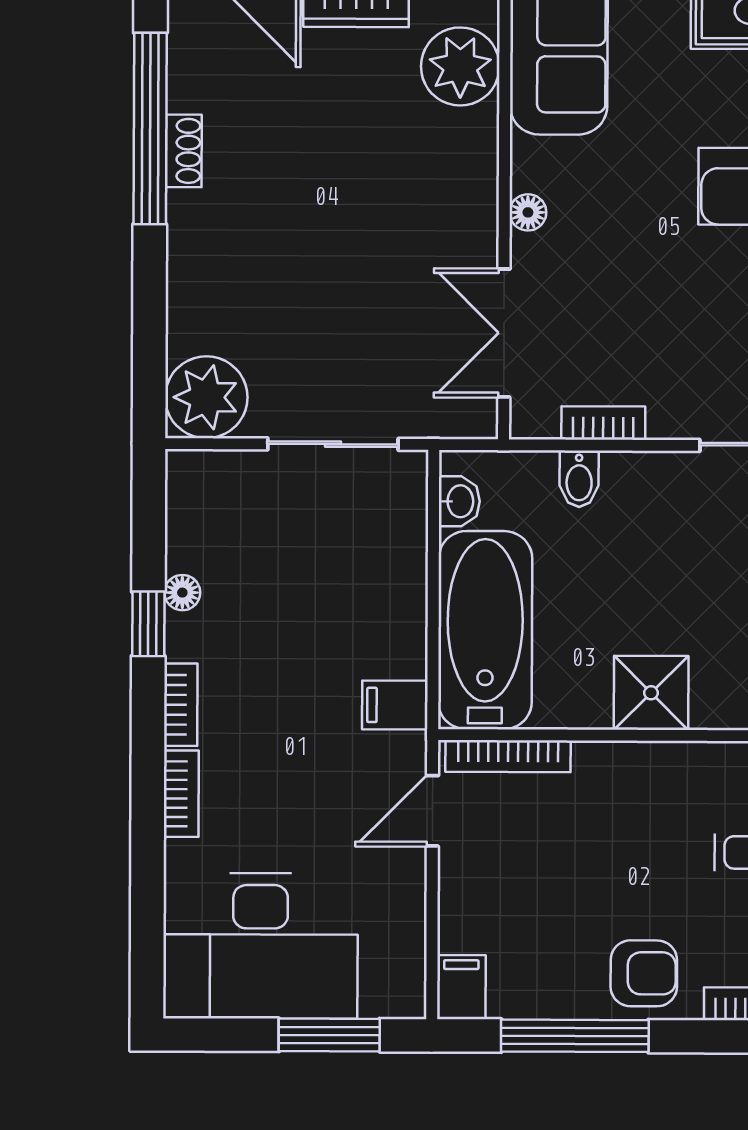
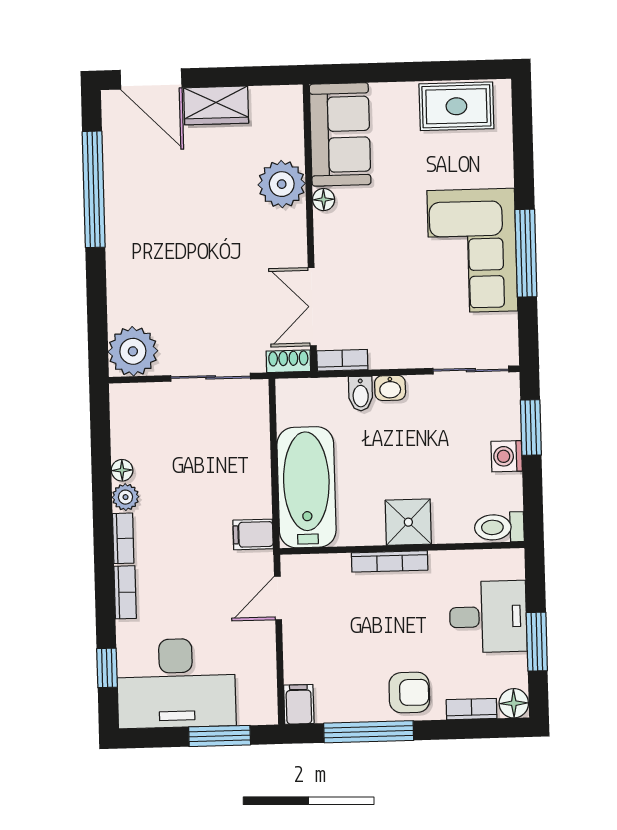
plant: (460, 66) -> (282, 184), moved
shoe rack: (184, 151) -> (288, 361), moved, turned -90
floor lamp: (528, 212) -> (324, 200), moved
bookcase: (603, 423) -> (342, 360), moved
washbasin: (459, 501) -> (390, 388), moved, turned 90
window: (148, 624) -> (107, 668), moved
plant: (187, 637) -> (125, 497), added
bookcase: (508, 756) -> (390, 561), moved

